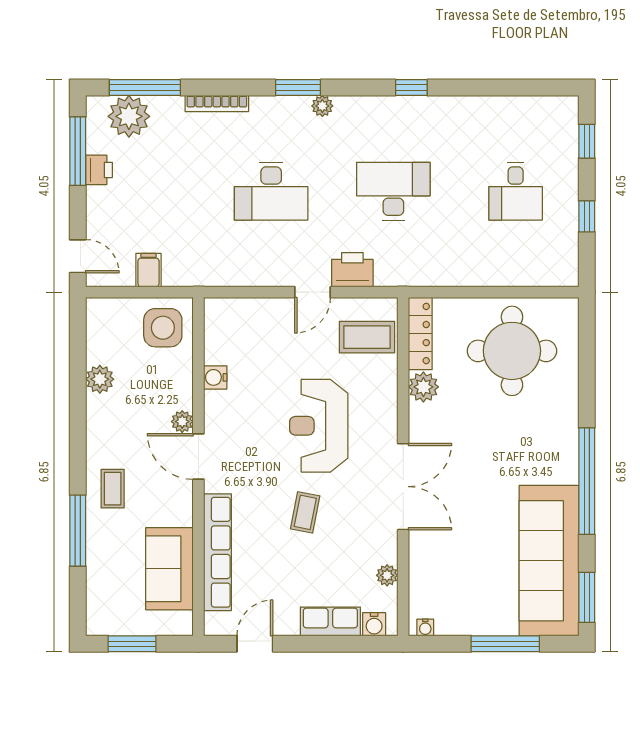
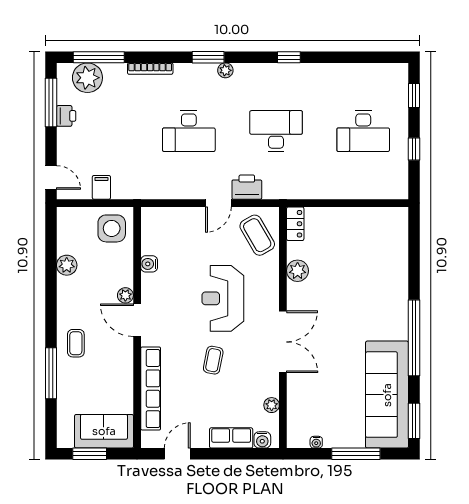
desk: (516, 191) -> (363, 131), width x1.37
locker: (420, 334) -> (295, 224), width x0.66
coffee table: (367, 337) -> (257, 235), turned 60
round table: (512, 351) -> (361, 245), removed
sofa: (169, 569) -> (104, 431), moved, turned 90
water cooler: (425, 627) -> (316, 442), moved

